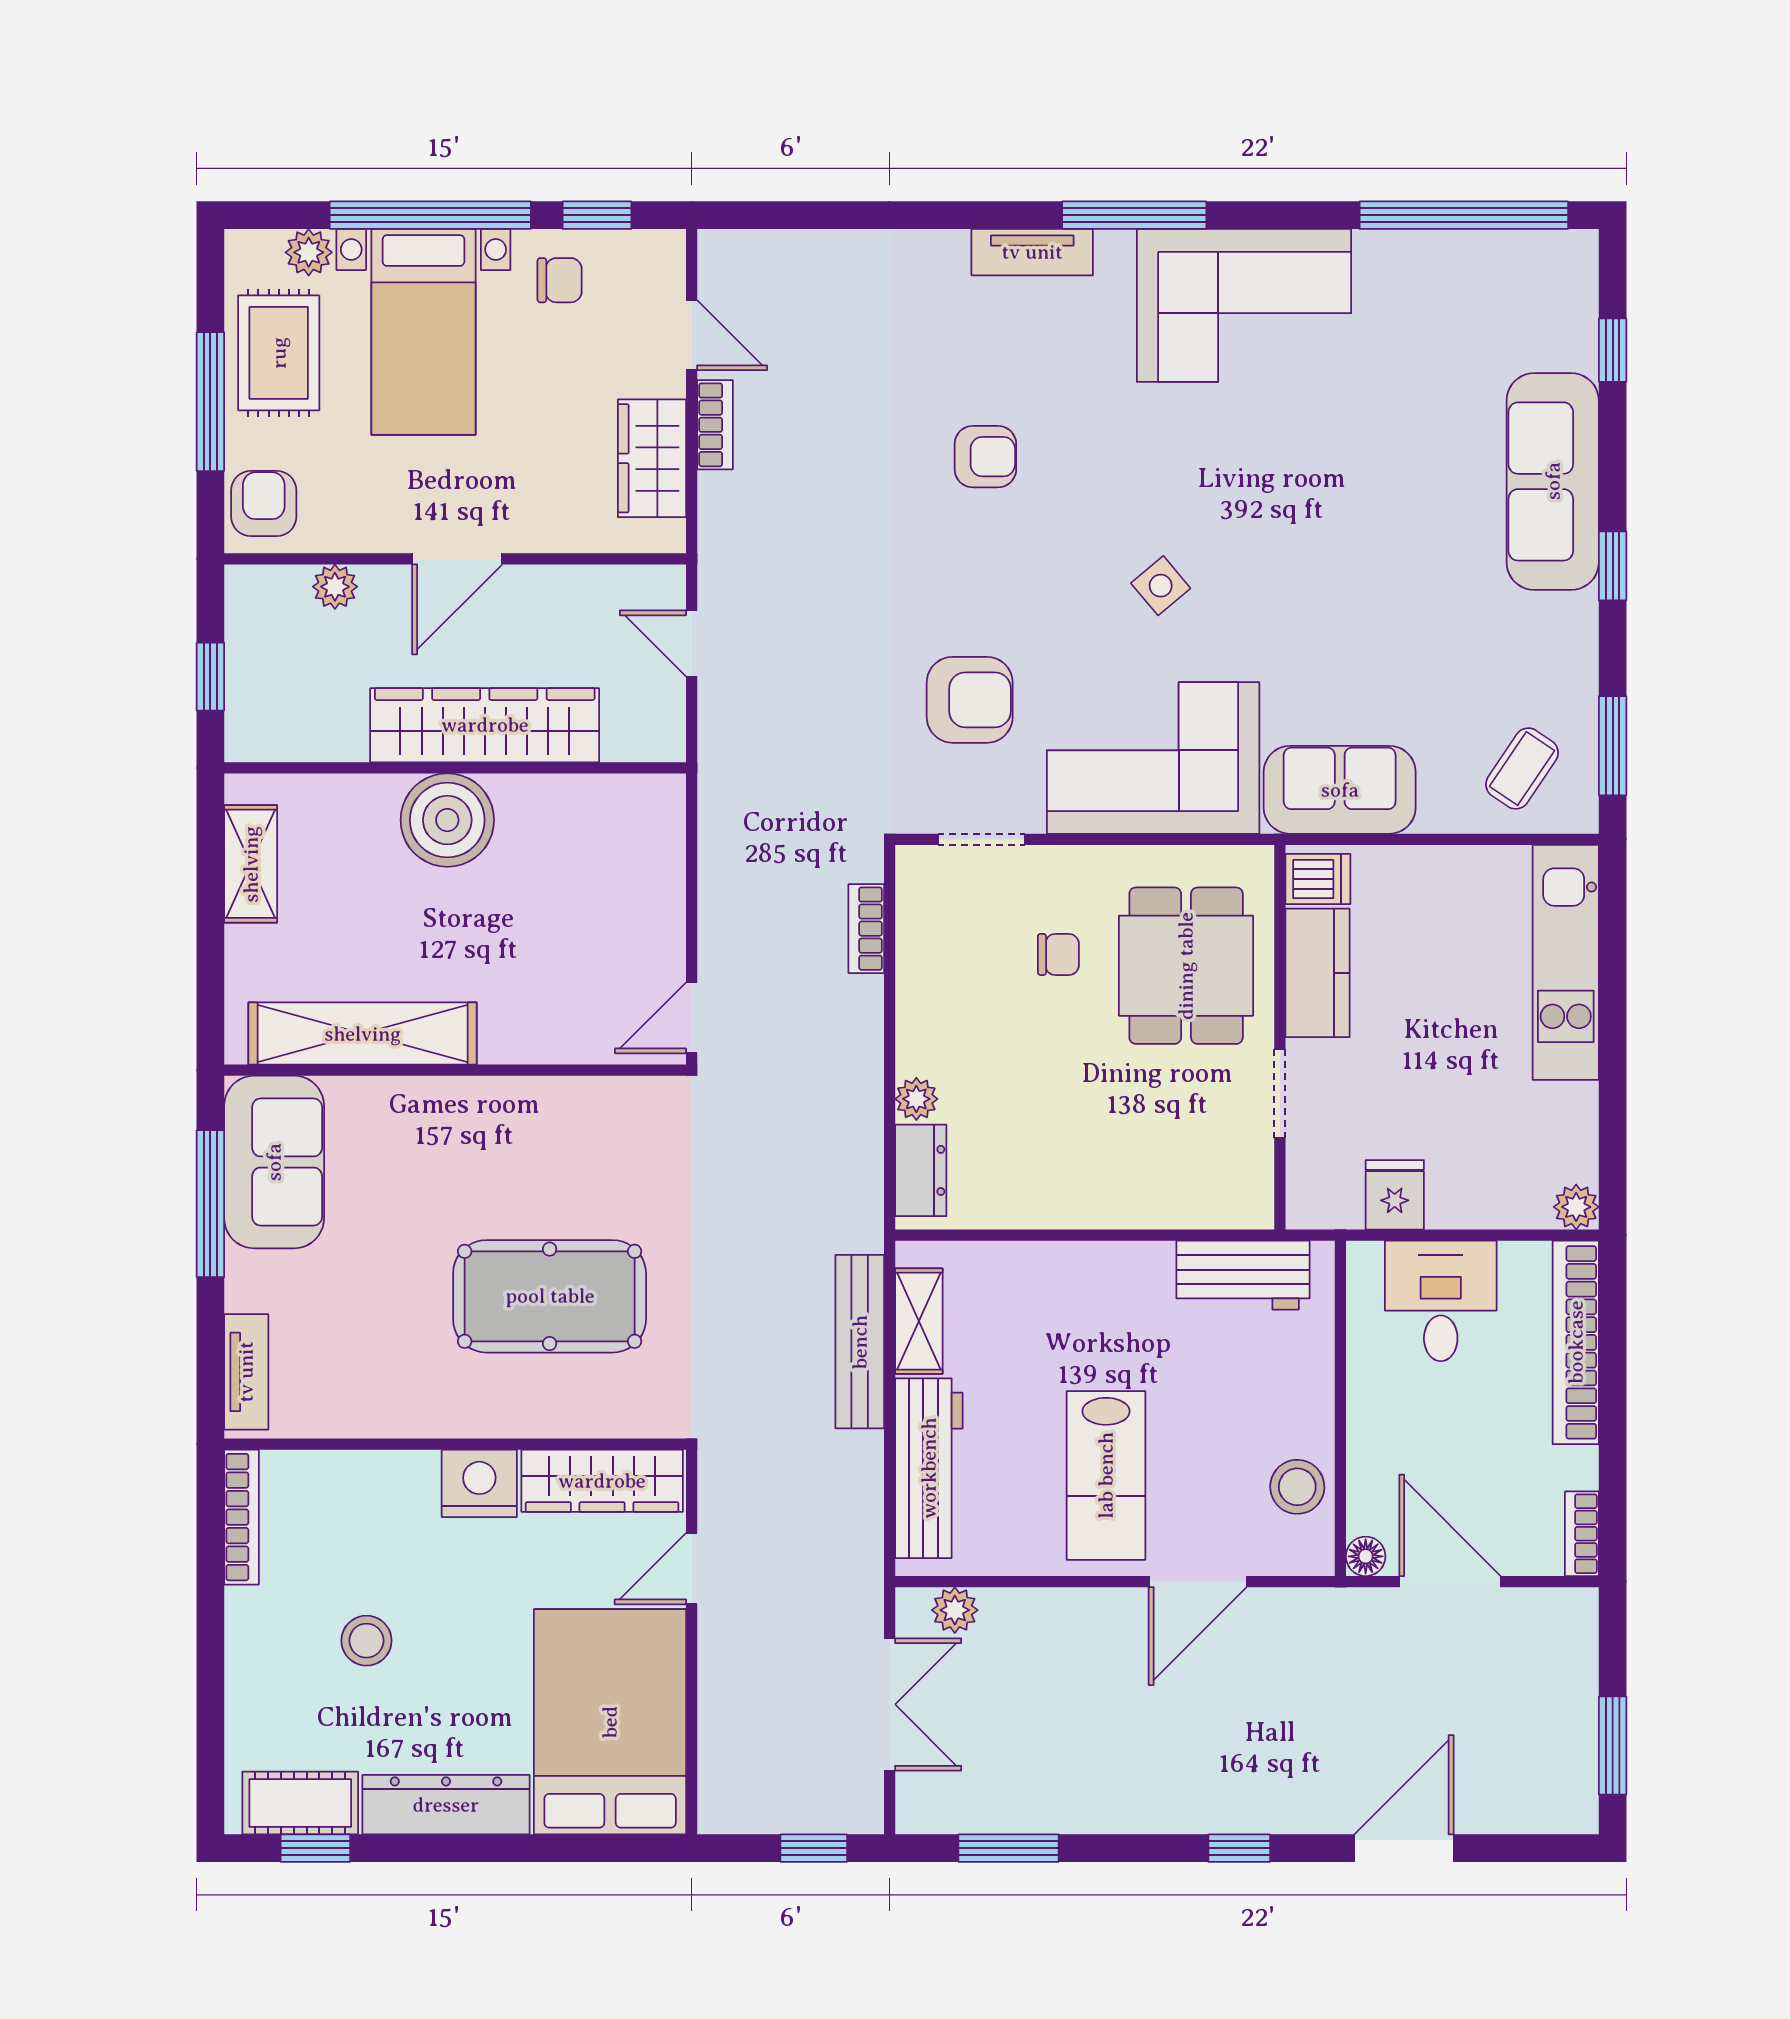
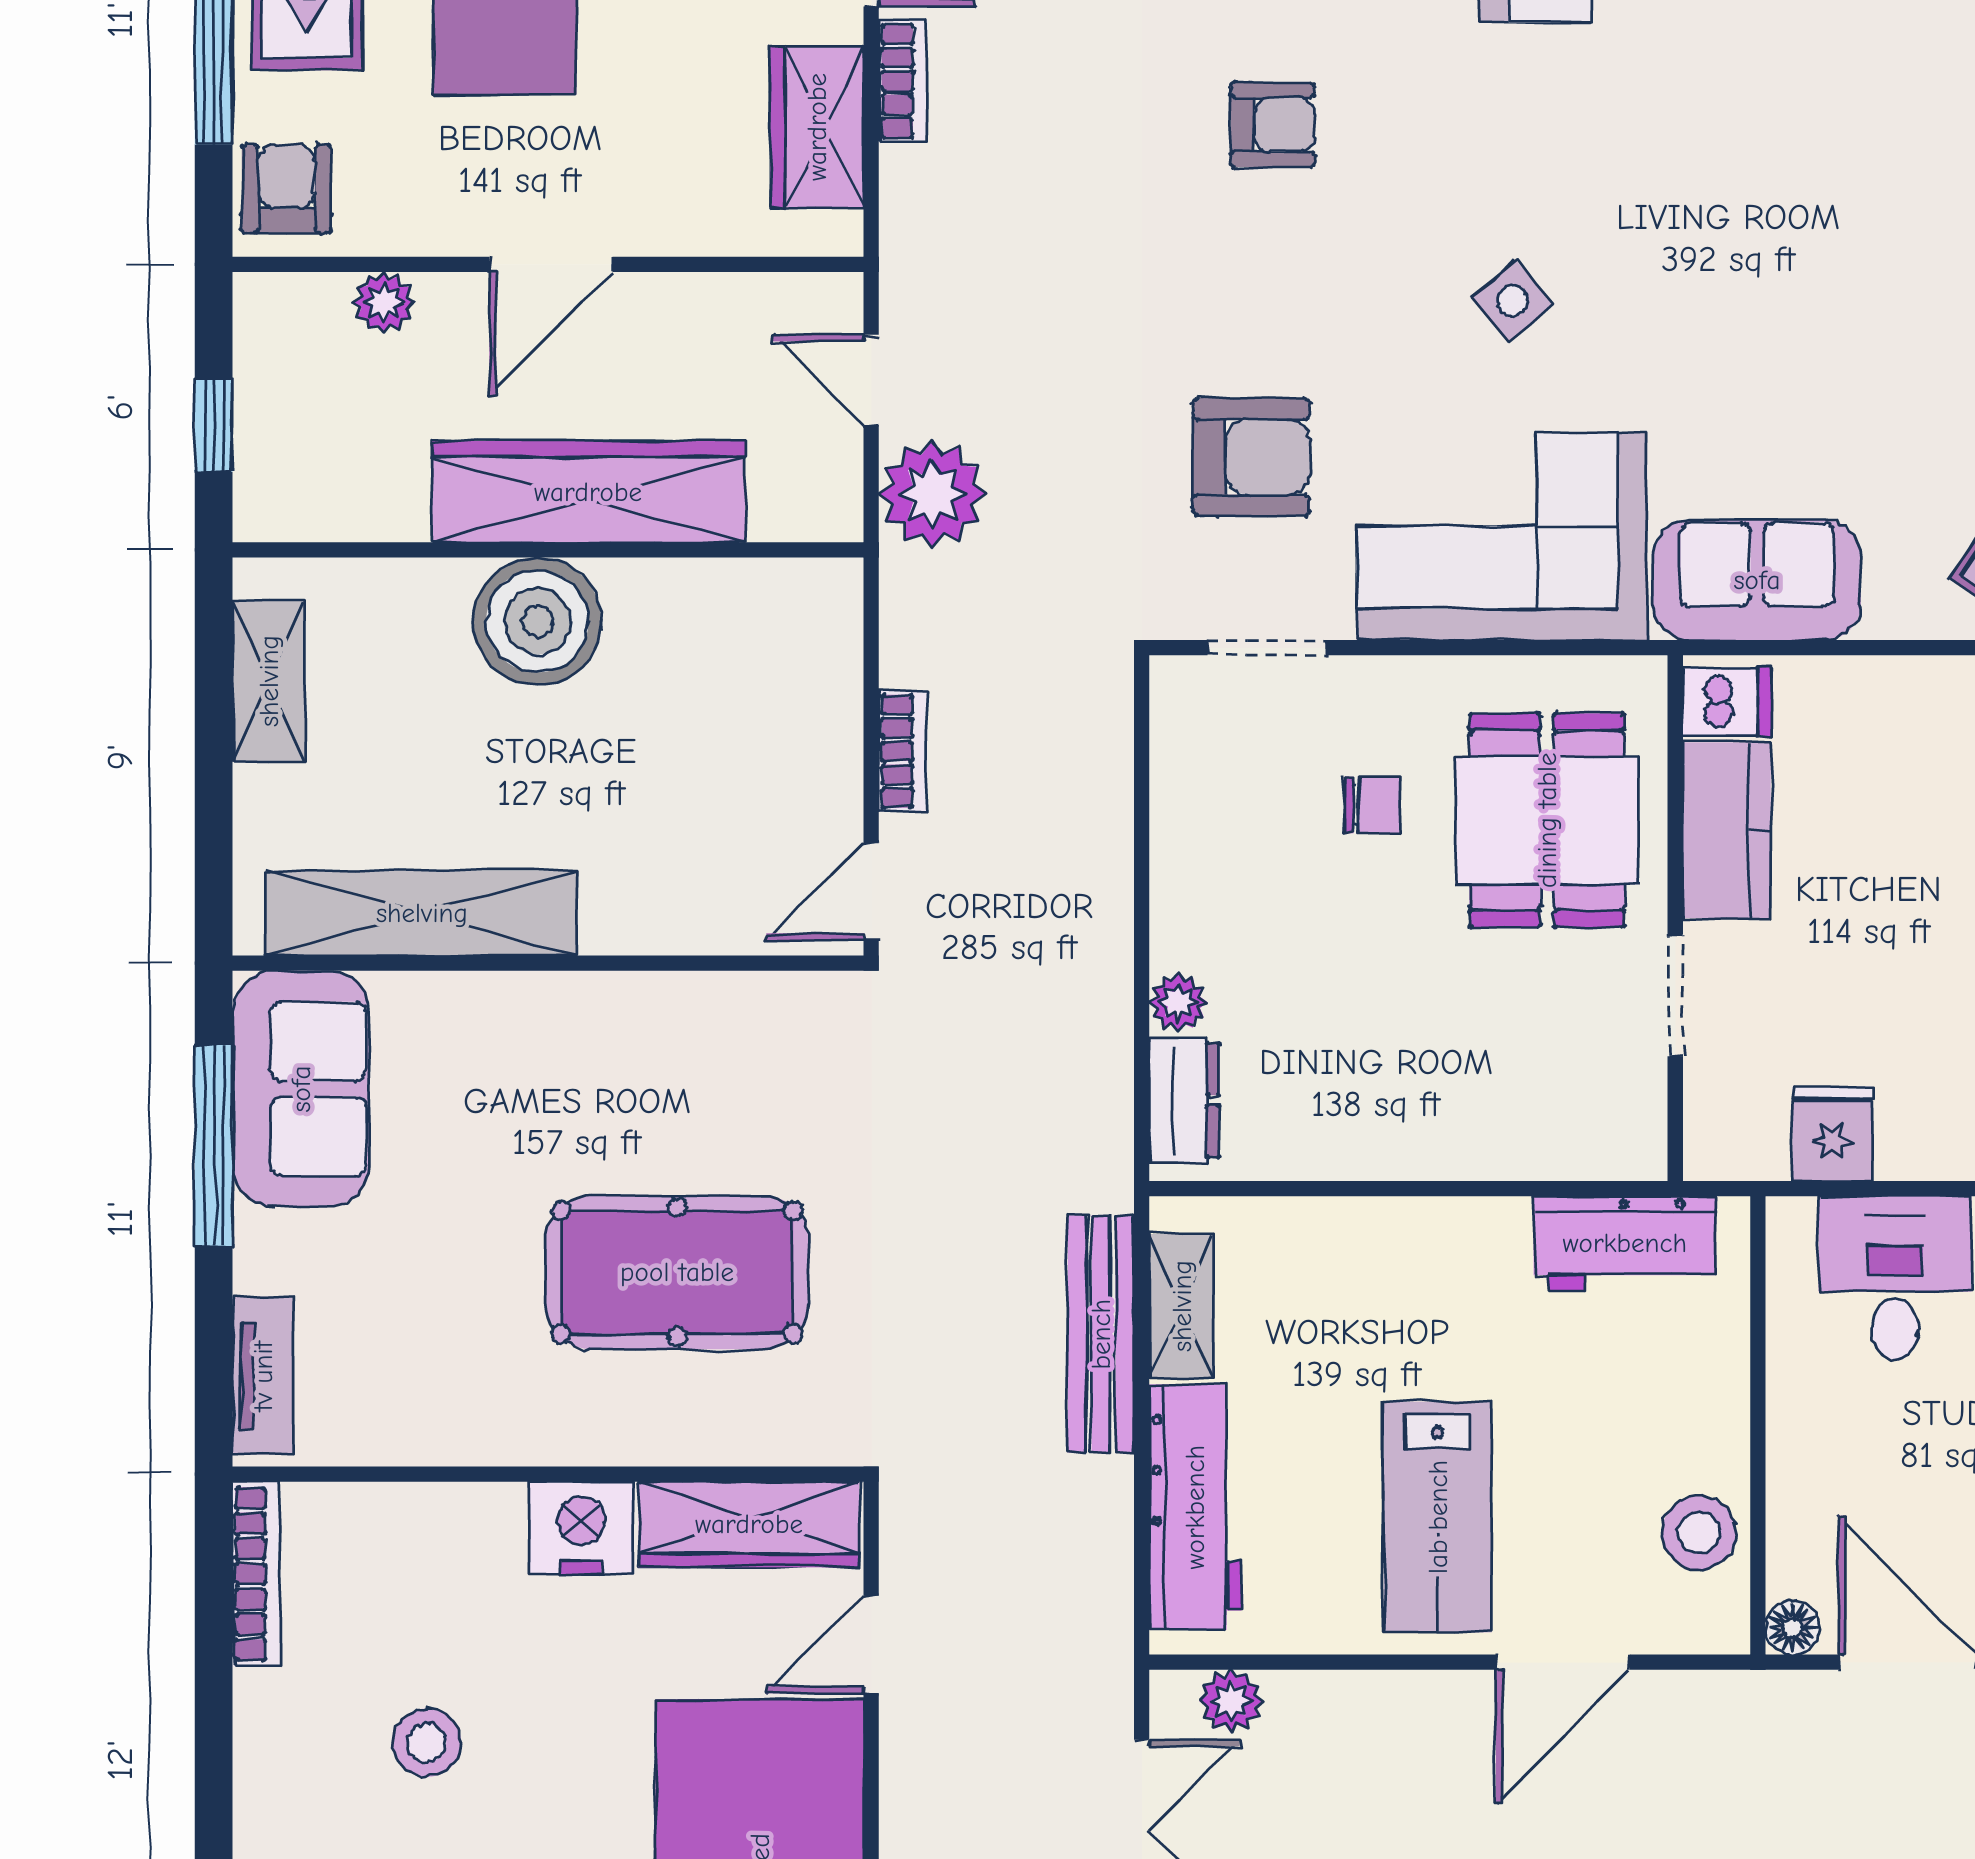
plant: (736, 727) -> (932, 494), added
bookcase: (866, 929) -> (903, 751), moved, turned 180

